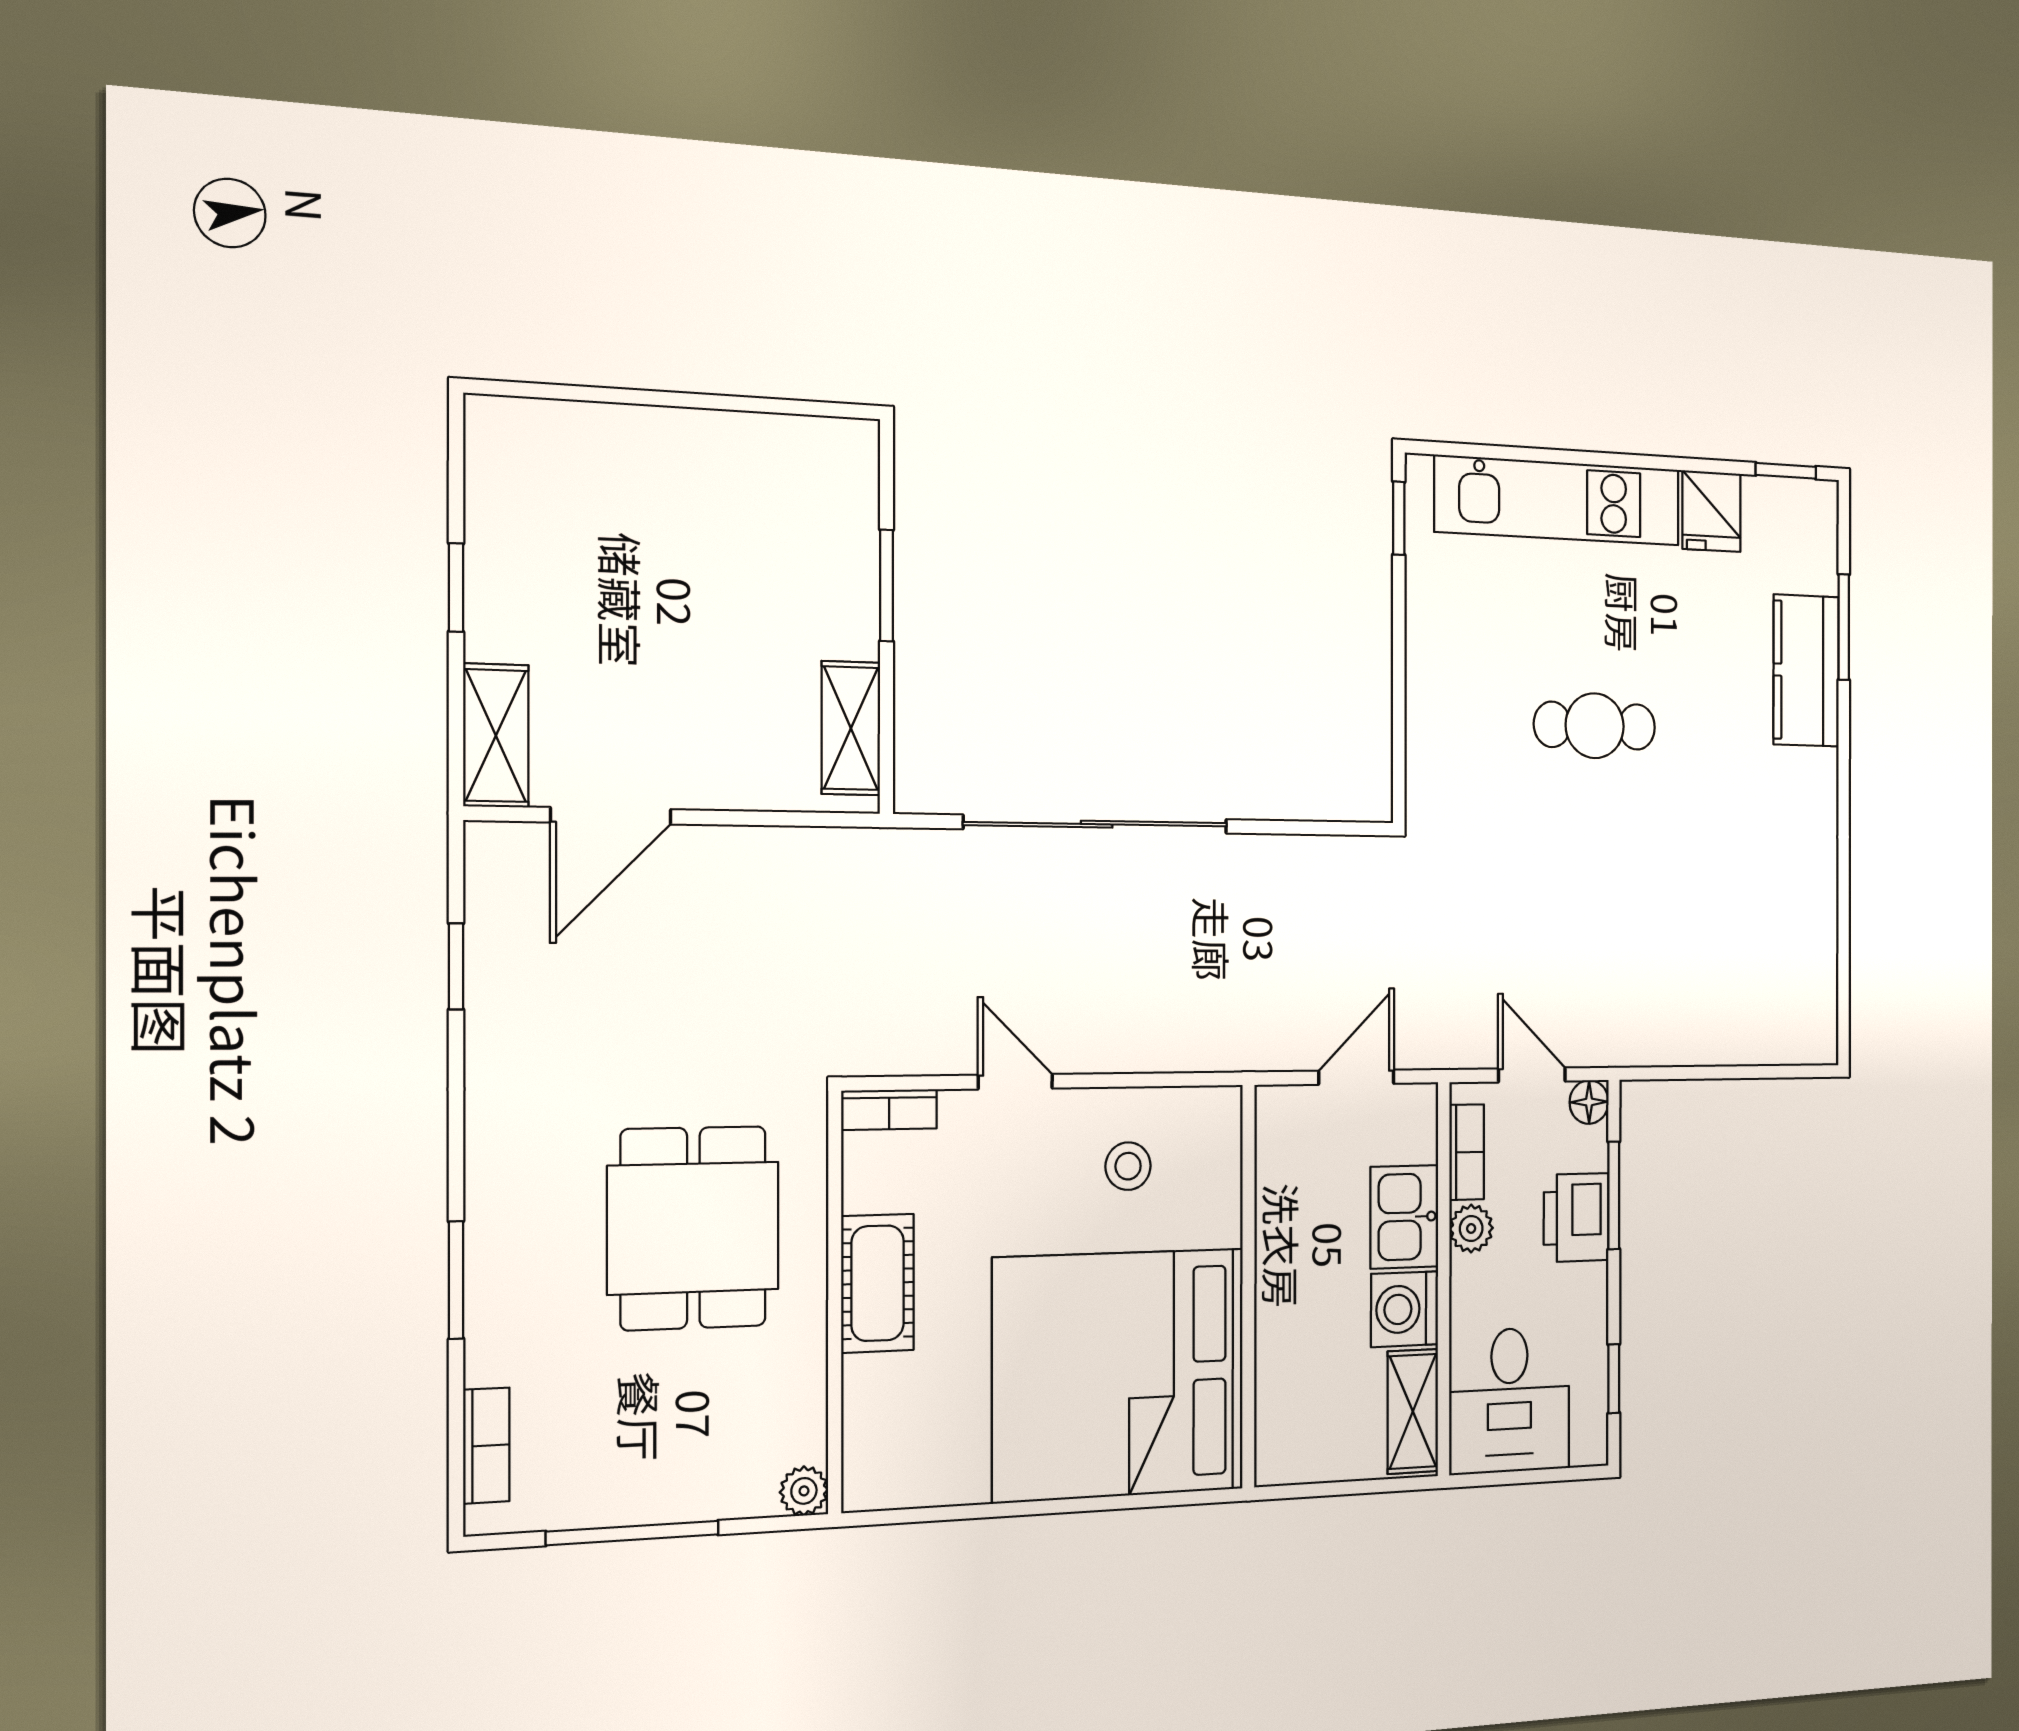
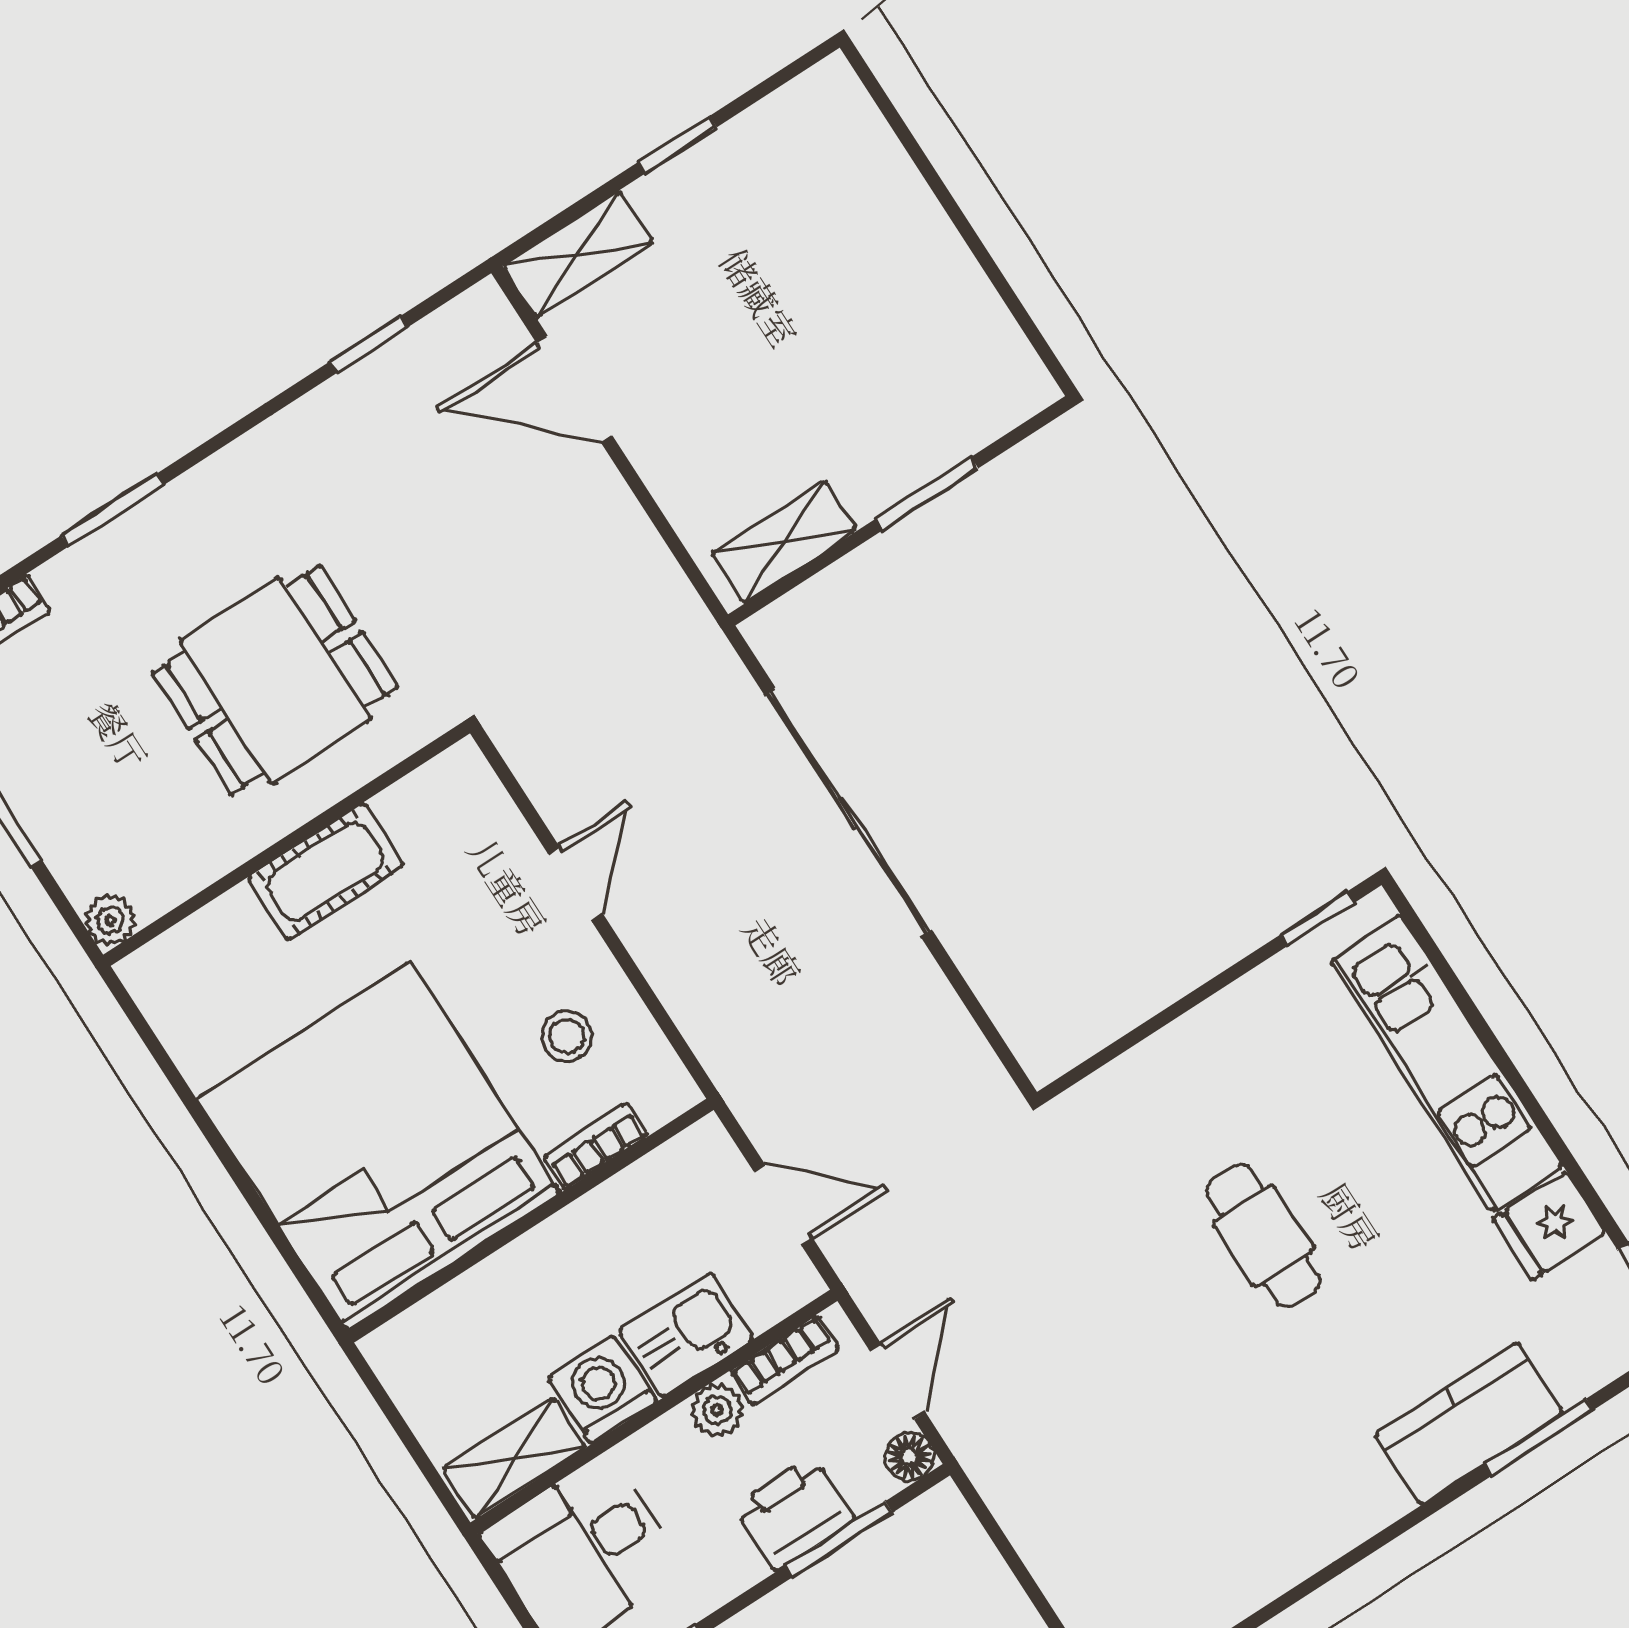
bookcase: (889, 1110) -> (596, 1146), moved, turned 90

